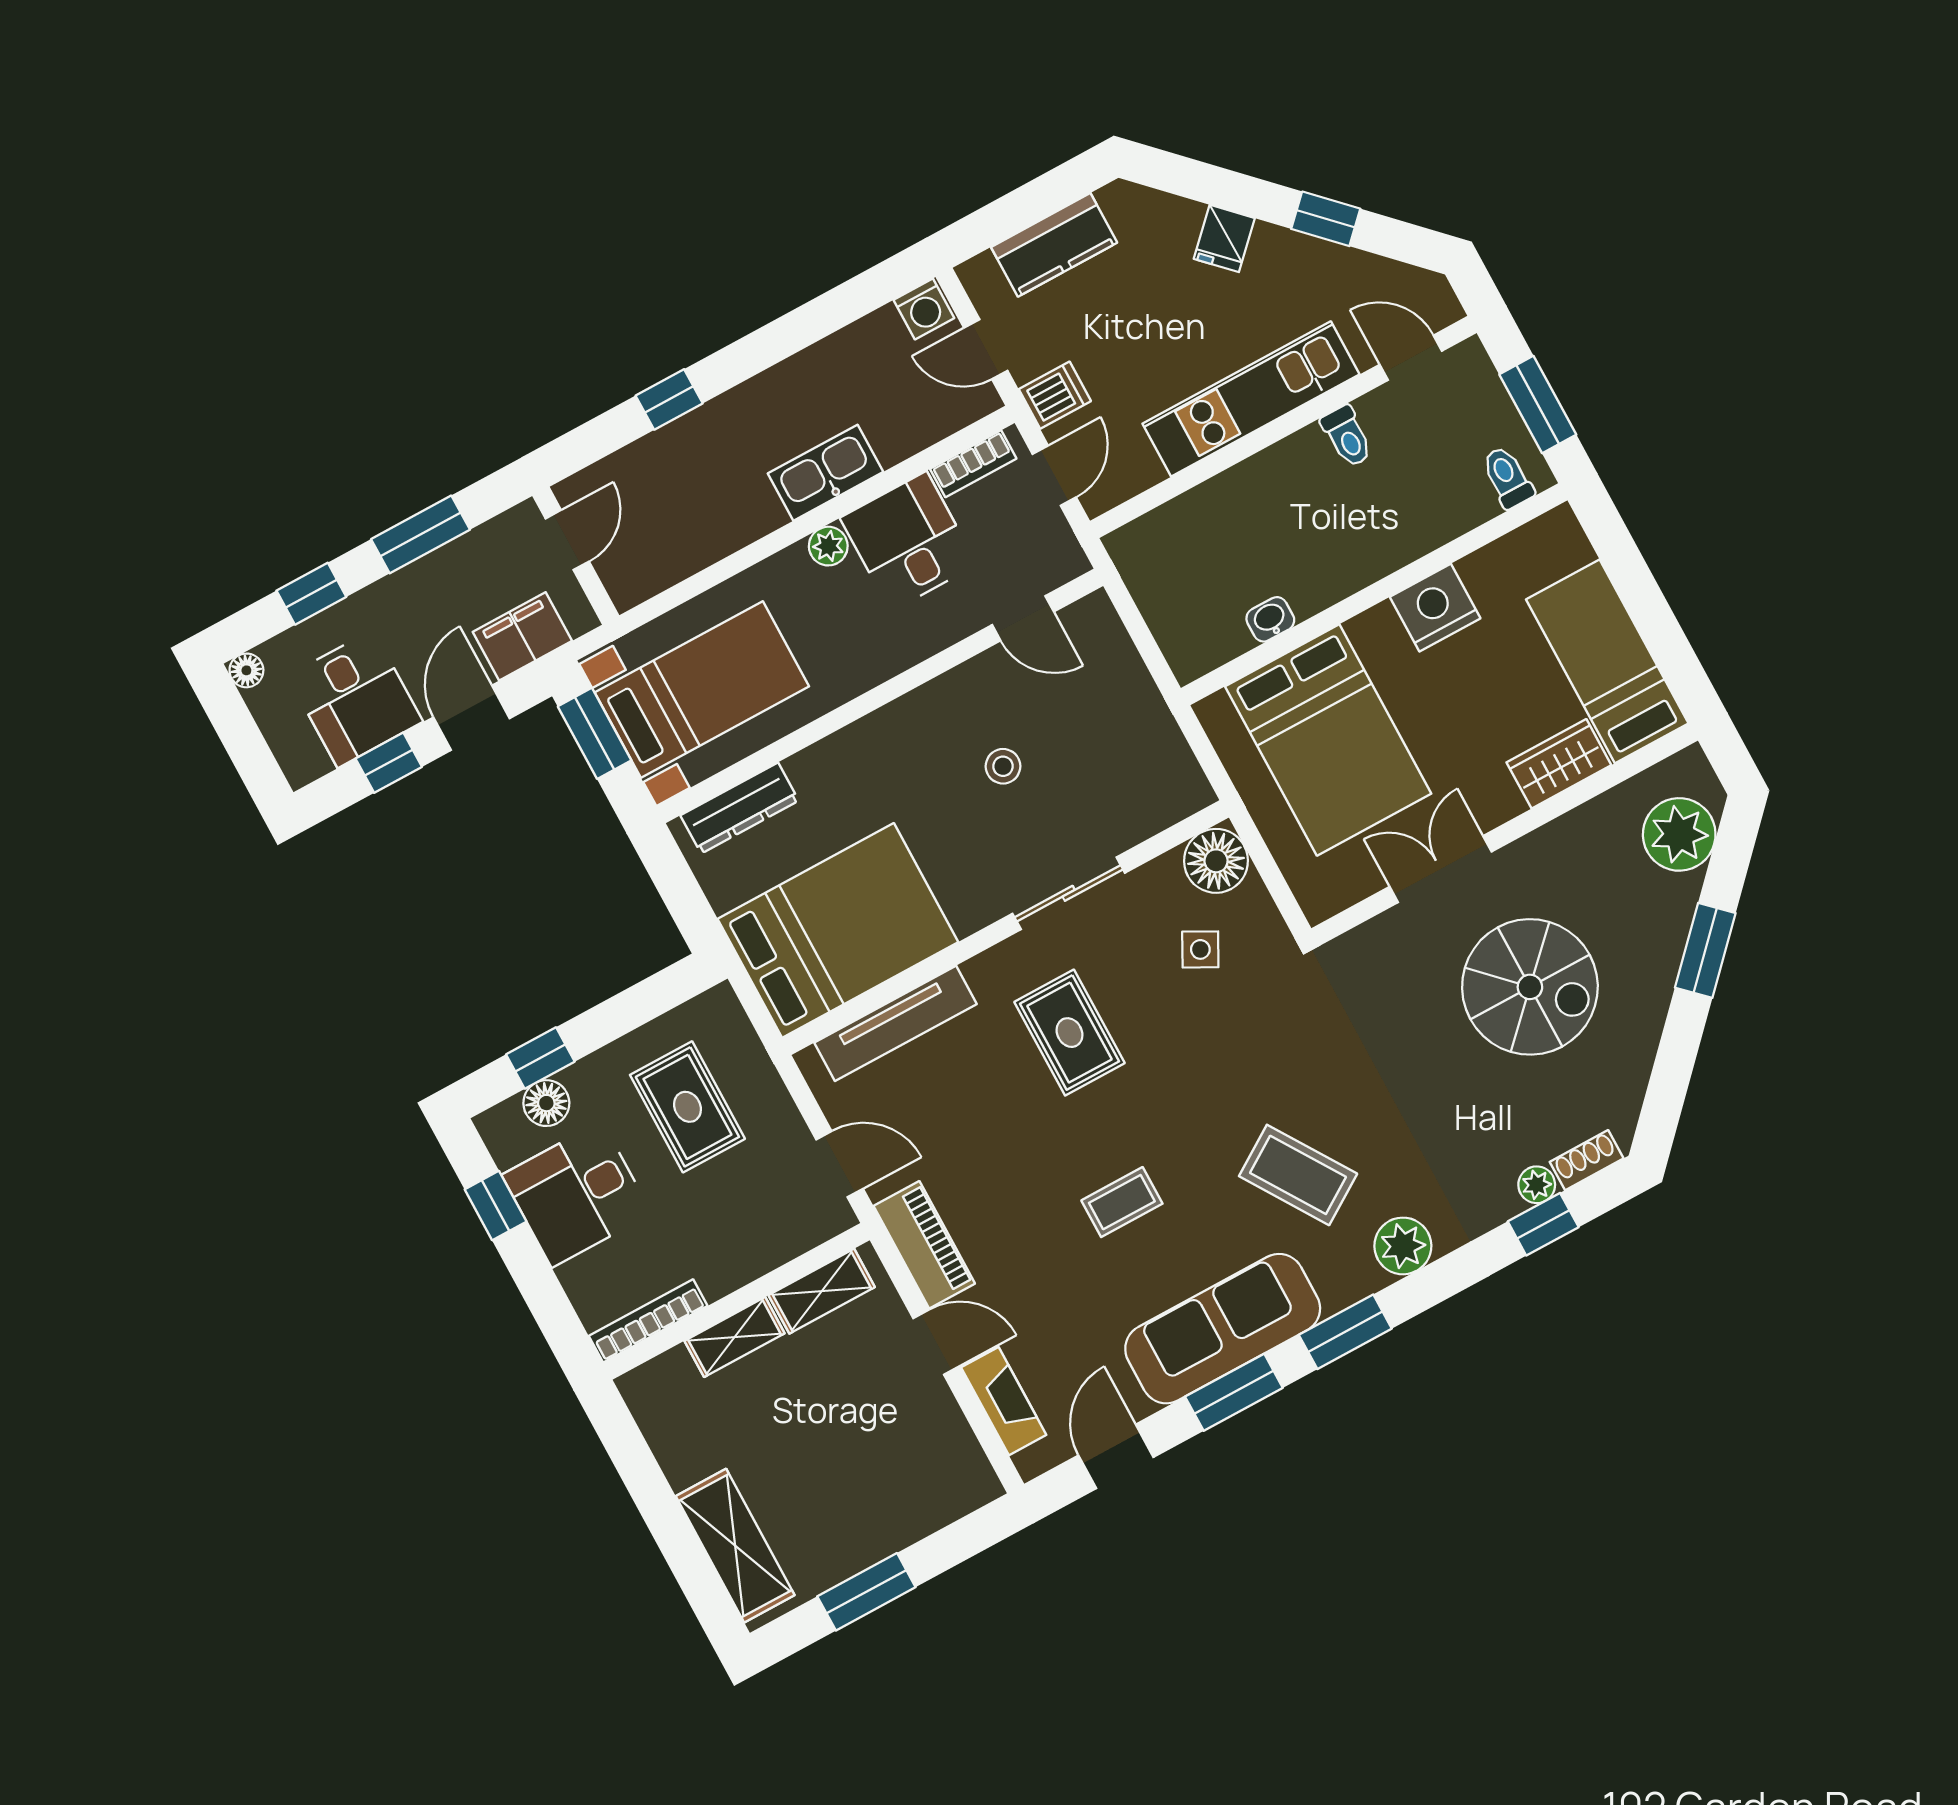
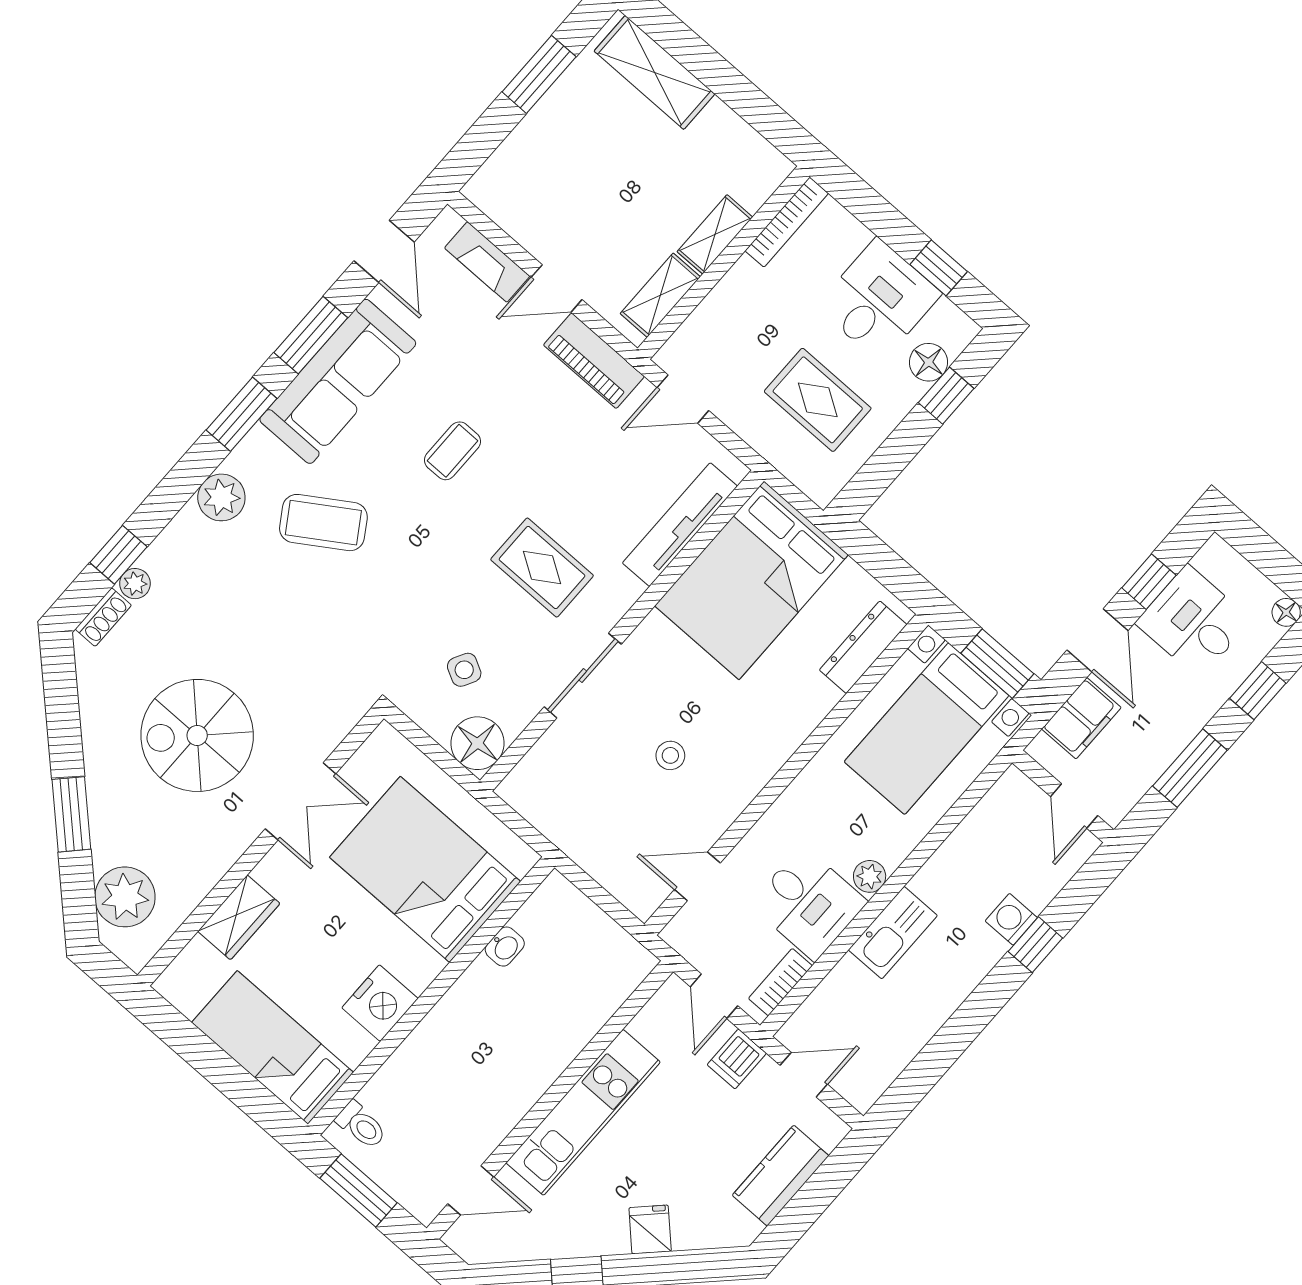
washing machine: (924, 309) -> (1011, 919), moved
toilet: (1347, 436) -> (498, 1111), removed
bed: (1607, 661) -> (273, 1047), moved, turned 180

